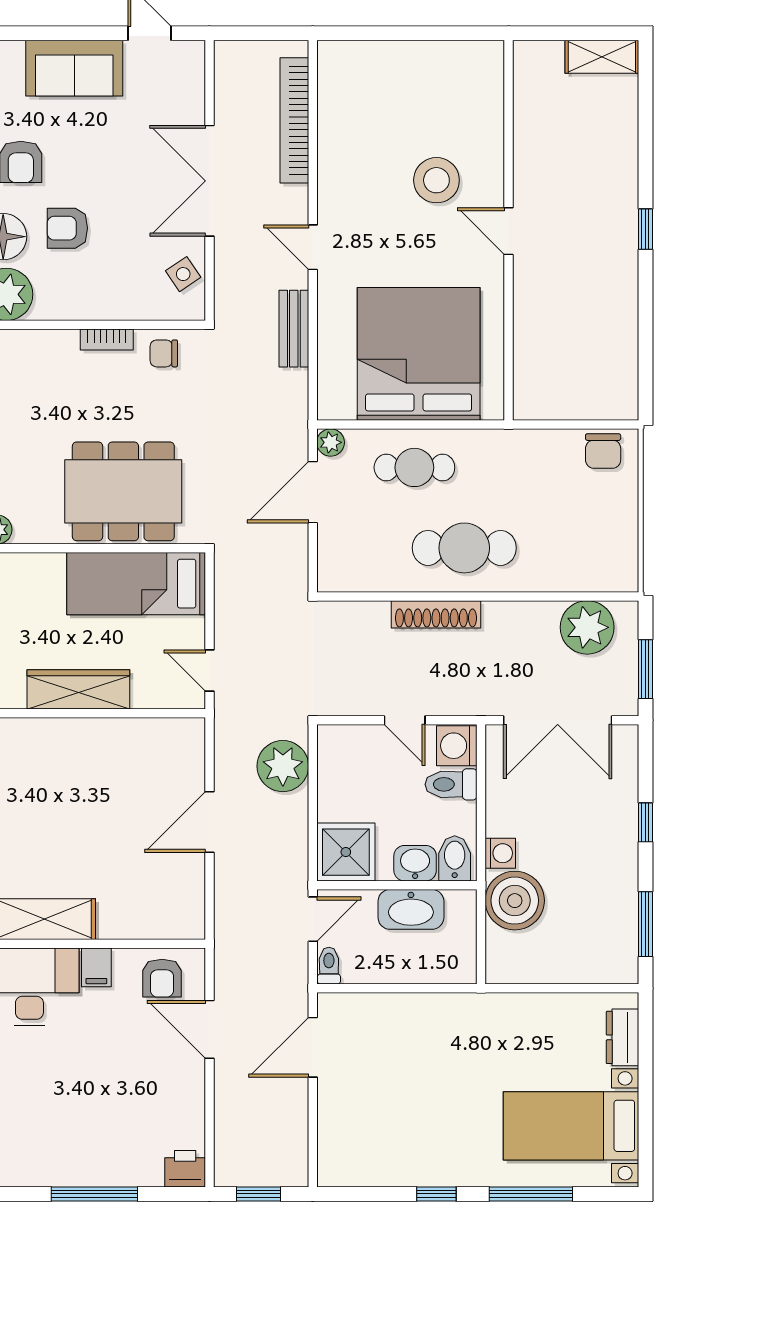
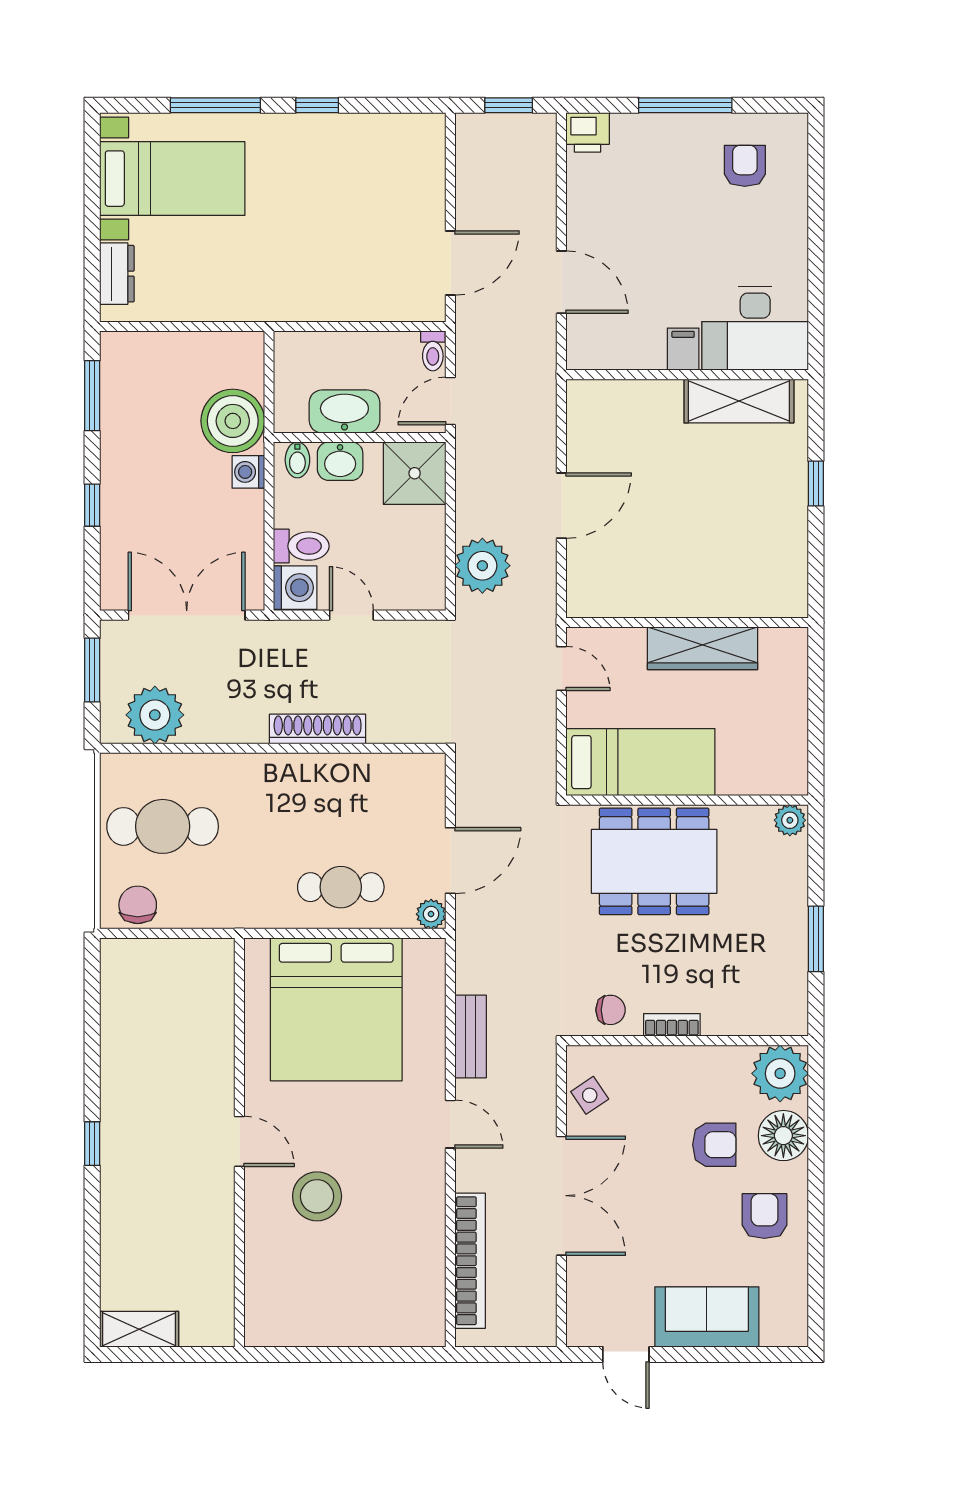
cafe table: (464, 548) -> (163, 826), moved
bidet: (455, 858) -> (297, 460), width x0.72, depth x0.74
armchair: (162, 978) -> (745, 166), moved

